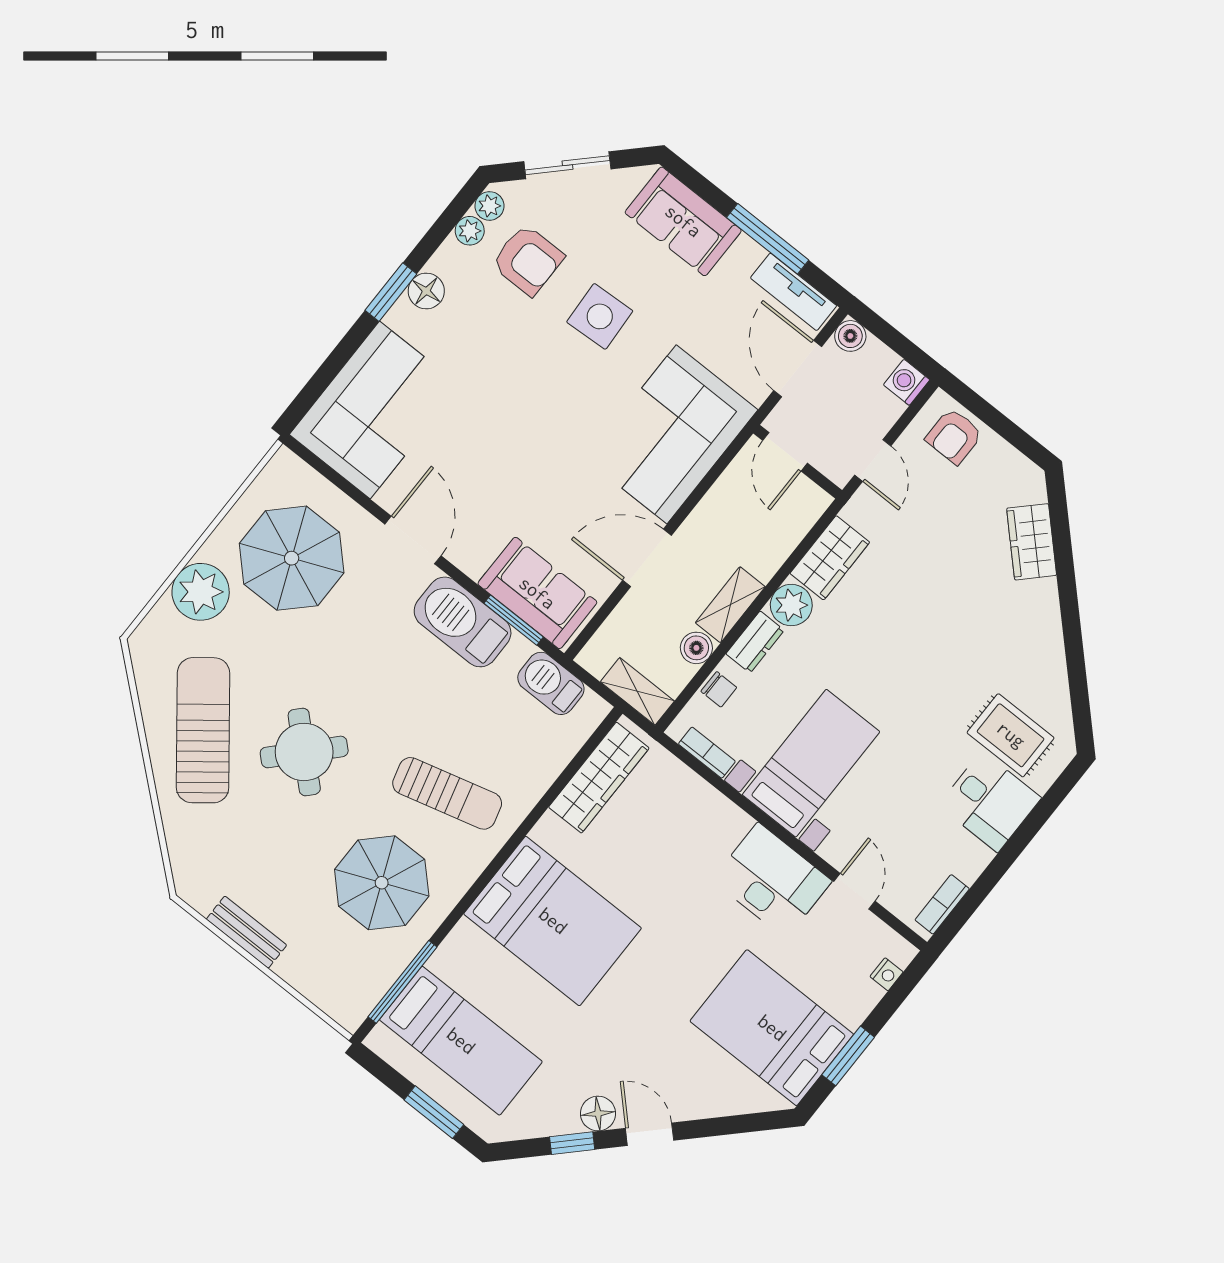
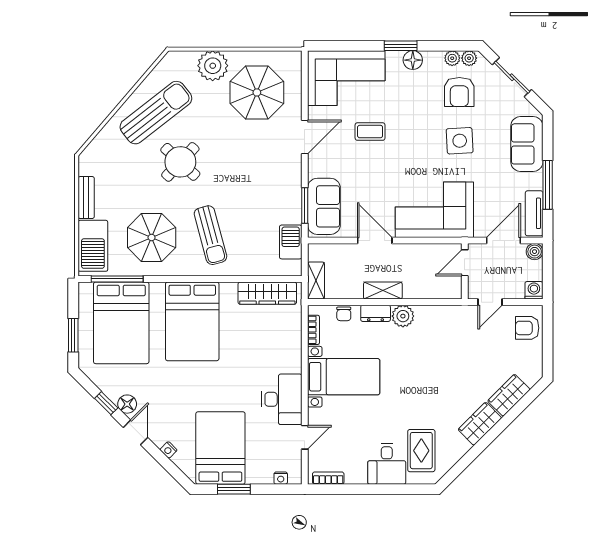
coffee table: (481, 437) -> (370, 132), added
wardrobe: (830, 558) -> (480, 424), moved, turned 135
barbecue: (463, 622) -> (93, 246), moved, turned 180
boiler: (696, 648) -> (354, 291), removed
bed: (461, 1041) -> (121, 323), width x1.50
nightstand: (714, 1106) -> (169, 450), added

